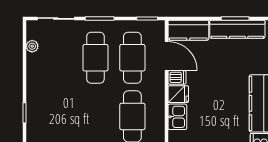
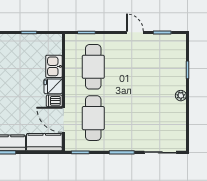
plant: (32, 46) -> (181, 96), moved
cafe table: (95, 58) -> (125, 118), removed

